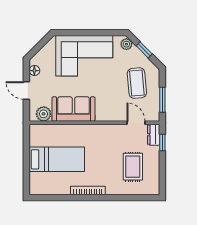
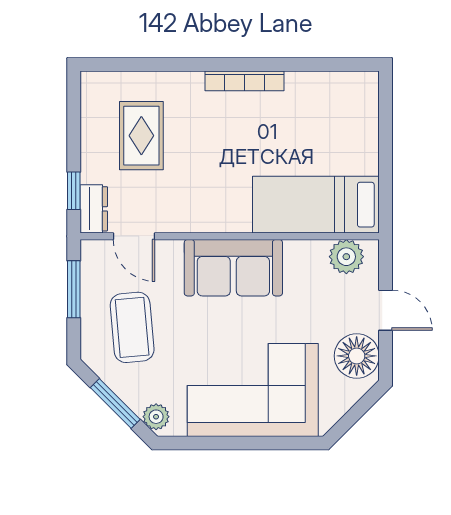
window: (144, 50) -> (115, 404), width x1.50
floor lamp: (34, 71) -> (357, 356), width x1.89, depth x1.89
sofa: (73, 109) -> (233, 268), moved
bed: (57, 159) -> (316, 205), moved

